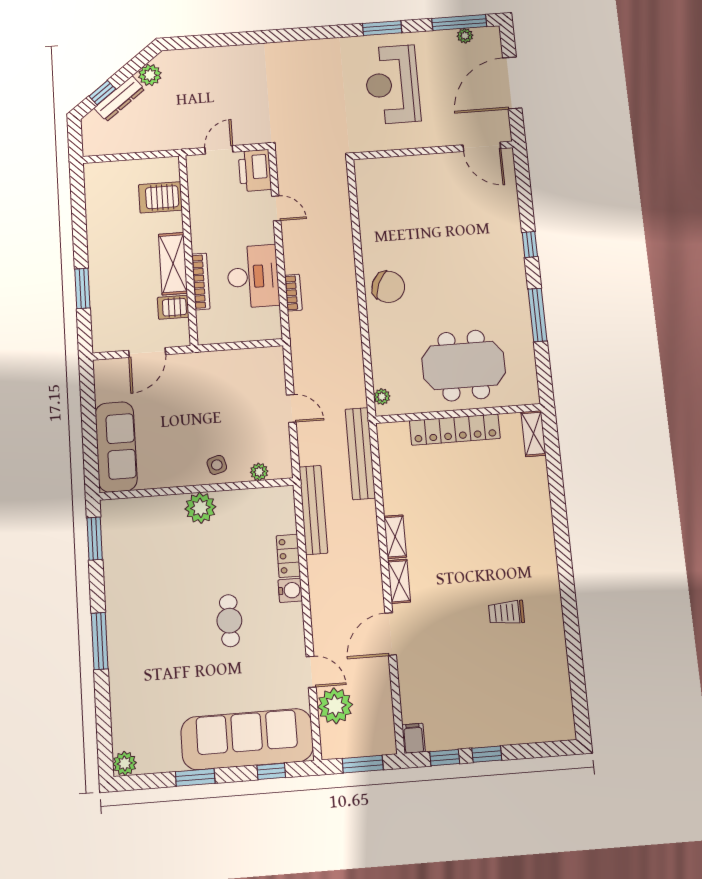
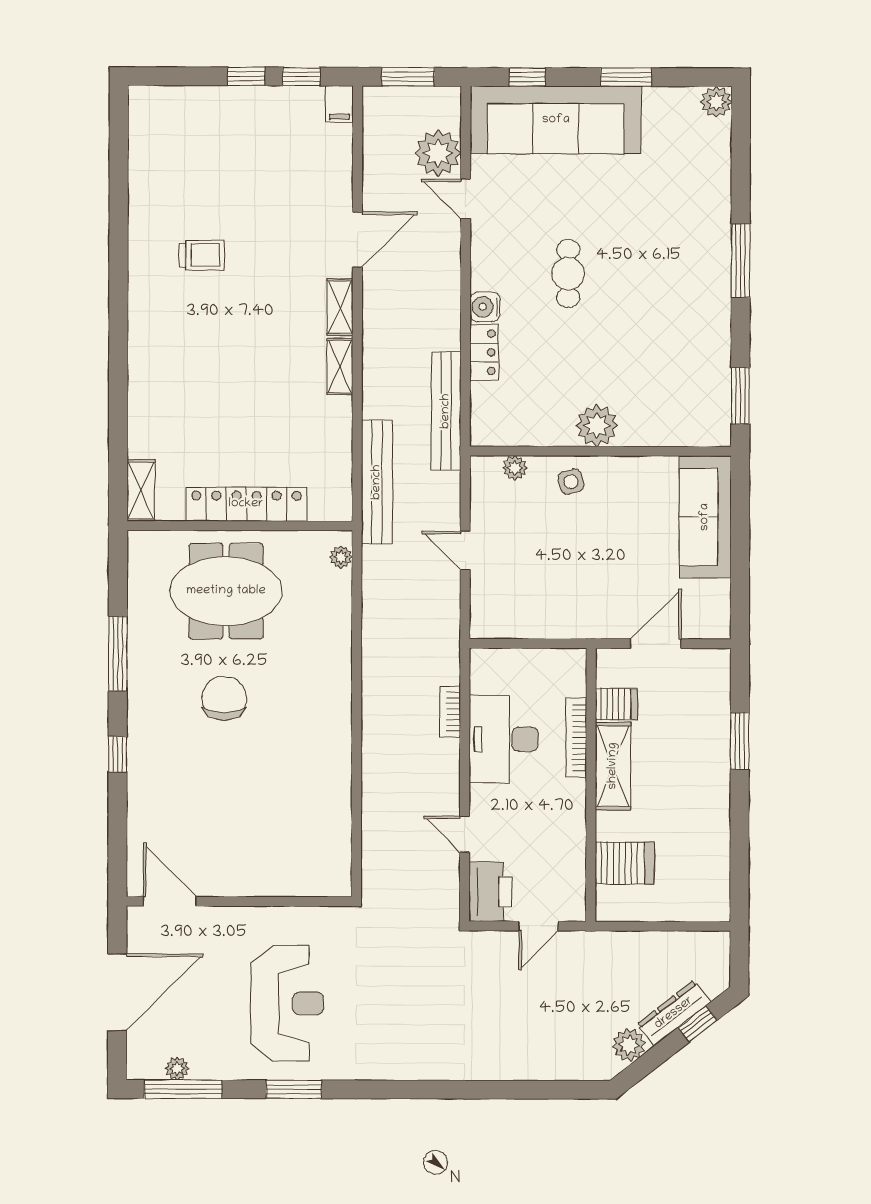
chair: (388, 287) -> (224, 698), moved, turned 67

